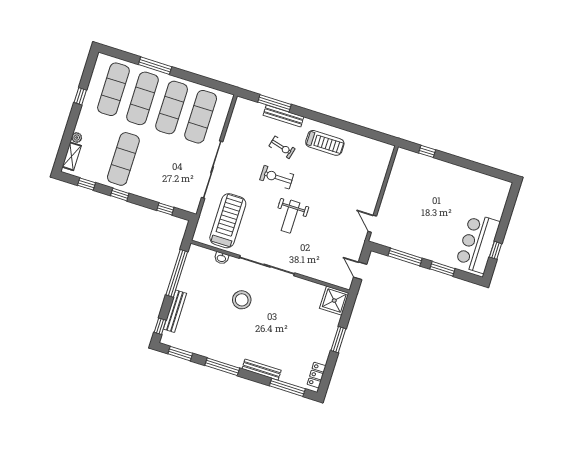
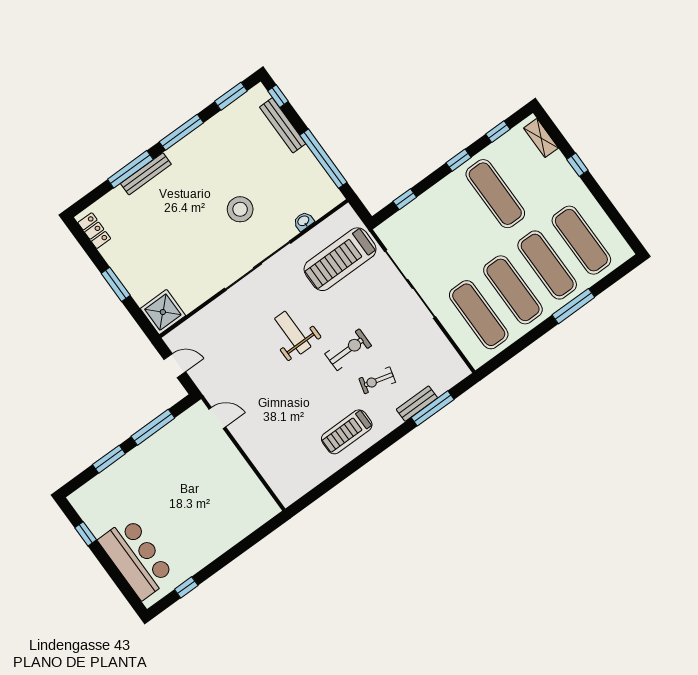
window: (80, 96) -> (577, 165), moved
bench: (283, 116) -> (417, 404), width x0.73
plant: (77, 138) -> (558, 159), removed
window: (427, 151) -> (186, 587), moved
treadmill: (228, 221) -> (340, 259), turned 90
bar counter: (478, 243) -> (136, 558), moved
window: (287, 387) -> (130, 169), moved

